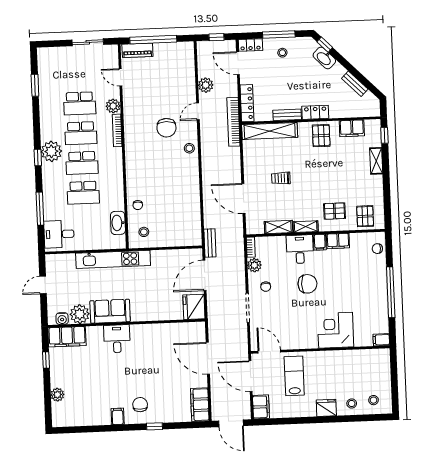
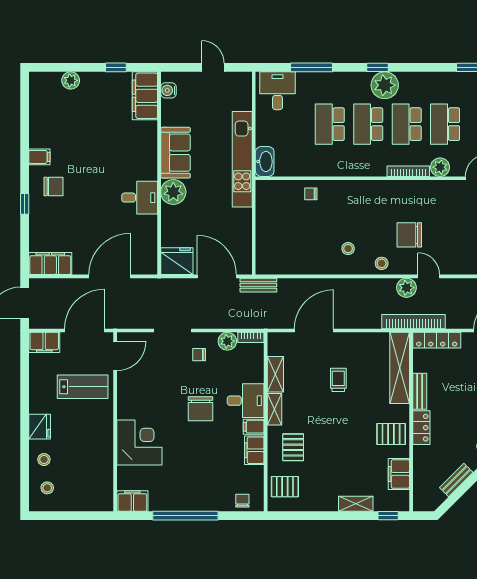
plant: (206, 85) -> (406, 288), moved
washbasin: (118, 223) -> (265, 162), moved, turned 90
stool: (144, 232) -> (348, 249), moved
plant: (80, 314) -> (173, 192), moved
desk: (117, 339) -> (140, 198), moved
filing cabinet: (381, 340) -> (132, 501), width x2.00

